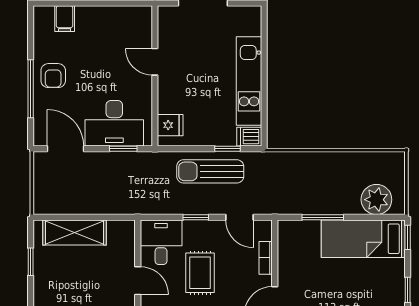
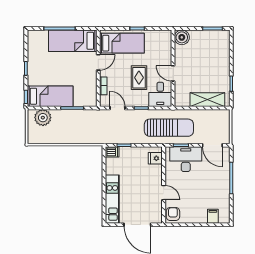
armchair: (53, 76) -> (173, 214), moved
kitchen unit: (249, 81) -> (112, 199), moved
sun lounger: (210, 171) -> (169, 128), moved, width x1.36, depth x1.34

